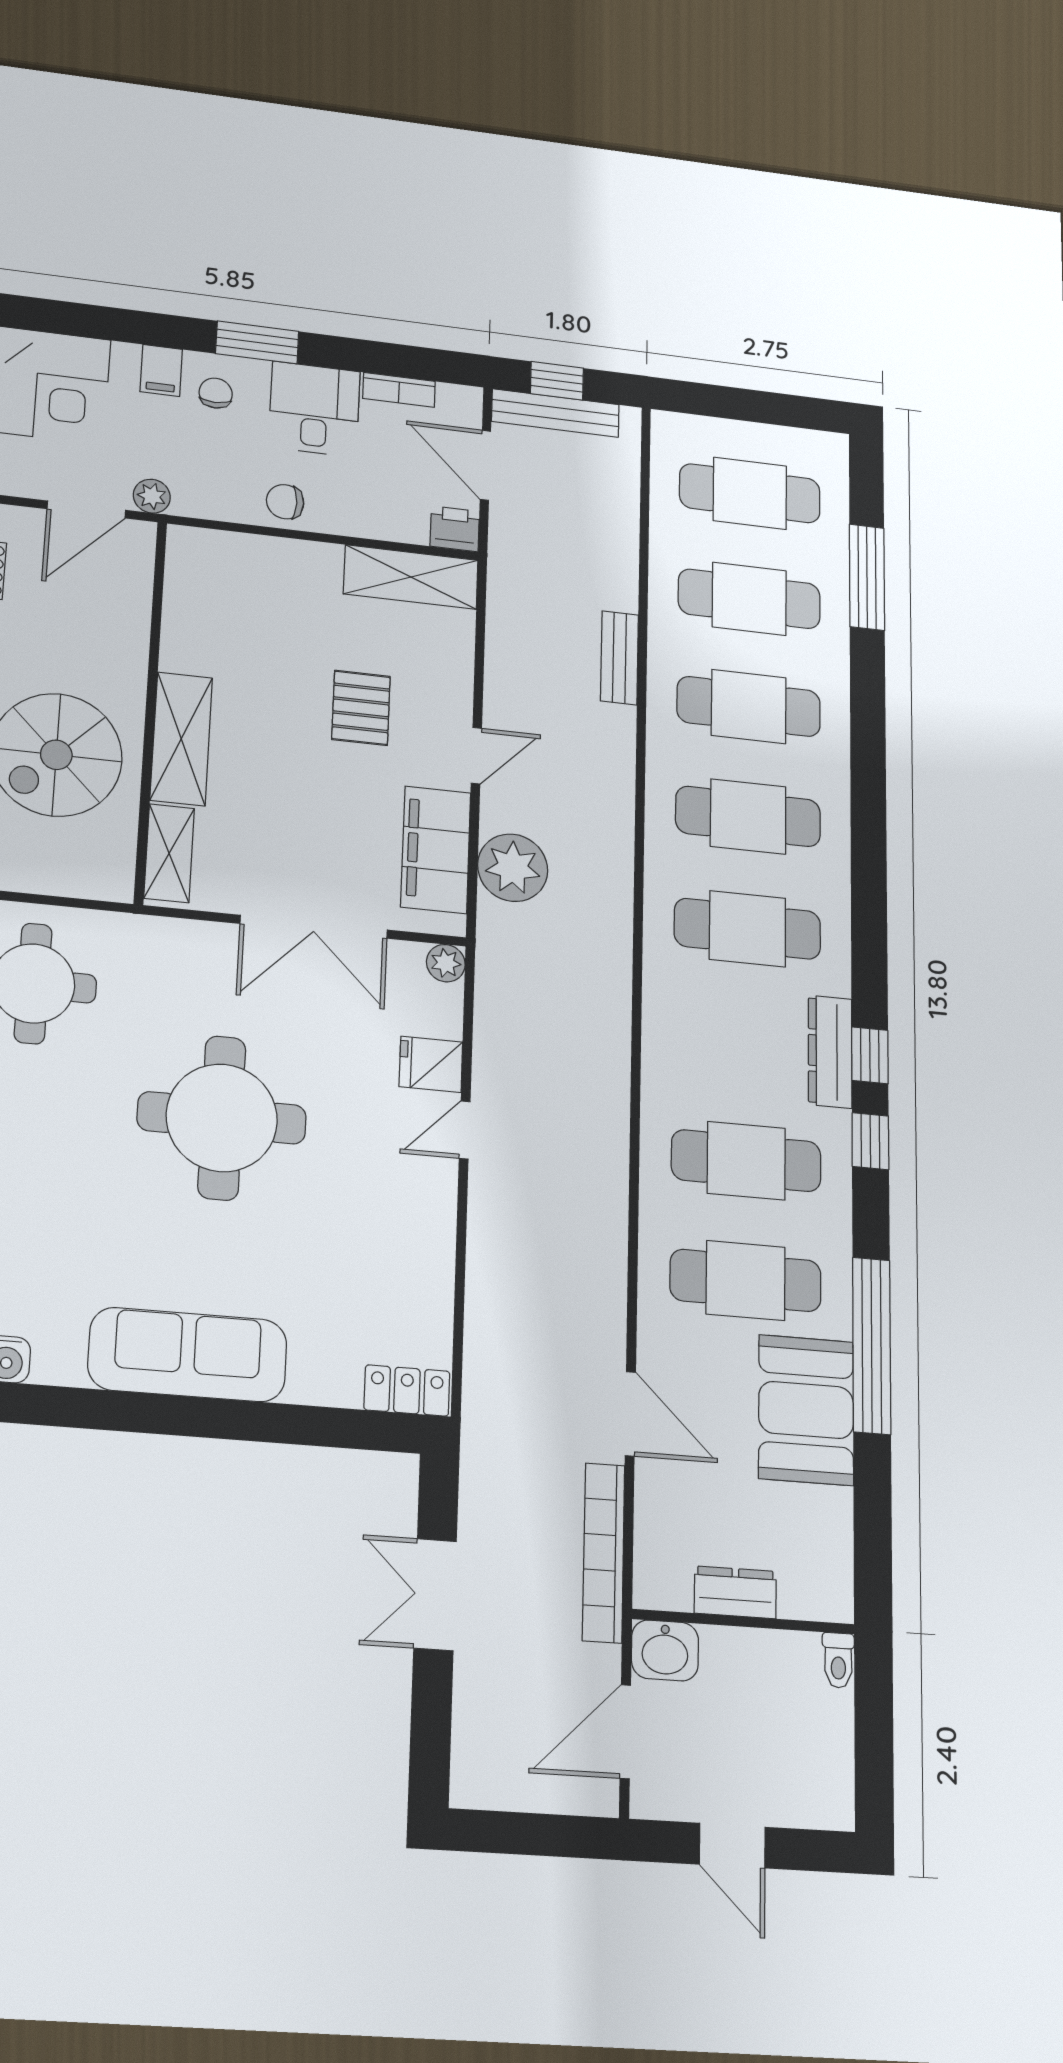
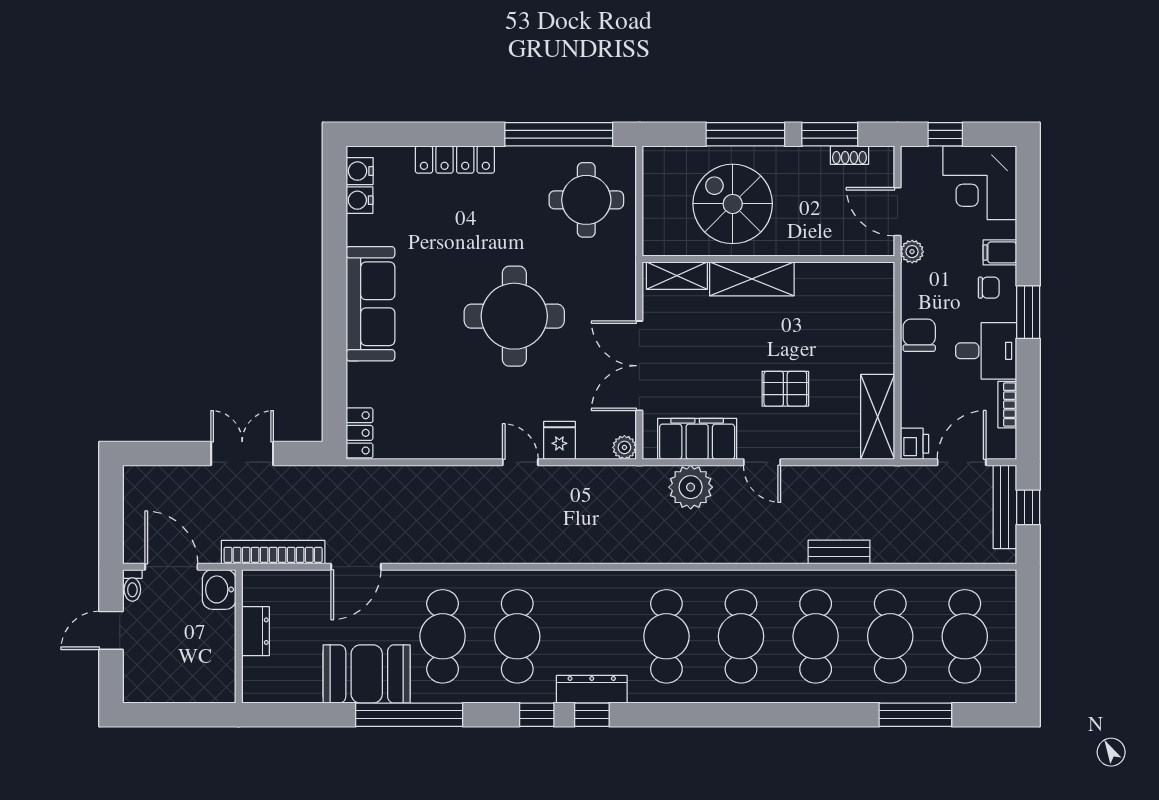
chair: (285, 502) -> (919, 335), width x1.37, depth x1.37
toilet: (838, 1660) -> (132, 585), moved, turned -90

